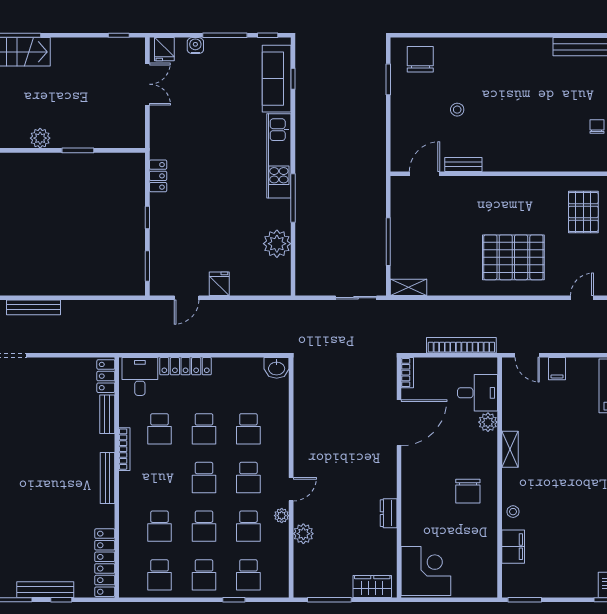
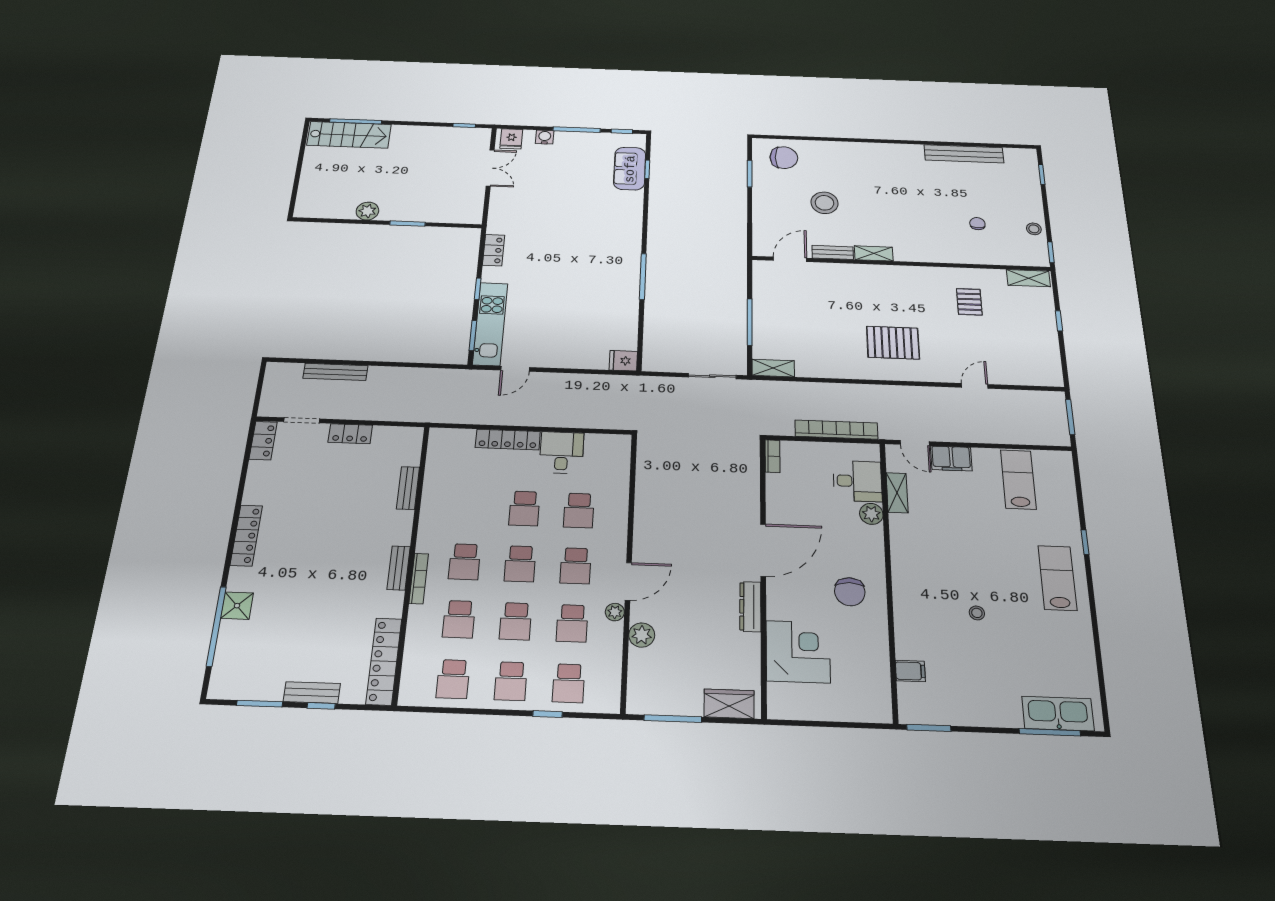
chair: (420, 59) -> (784, 158), turned 90
sofa: (277, 79) -> (630, 169), width x0.73
stool: (457, 110) -> (824, 203), width x1.89, depth x1.89
kitchen unit: (279, 156) -> (490, 324), moved, turned 180
shelving: (500, 164) -> (874, 253), added
pallet: (583, 212) -> (969, 302), width x0.67, depth x0.71
plant: (277, 244) -> (623, 319), removed
pallet: (513, 257) -> (893, 343), width x0.73, depth x0.71
fridge: (219, 284) -> (623, 361), moved, turned -90
washbasin: (277, 368) -> (616, 445), removed
filing cabinet: (557, 369) -> (951, 458), width x2.00
locker: (106, 376) -> (350, 434), moved, turned -90
desk: (140, 376) -> (562, 452), moved
door: (399, 423) -> (763, 550), moved
school desk: (160, 429) -> (465, 562), moved
bookcase: (124, 449) -> (419, 579), moved
shelving: (510, 449) -> (897, 493), moved
bench: (107, 478) -> (399, 568), width x0.73
door: (291, 489) -> (628, 581), width x1.38
stool: (513, 512) -> (977, 613), moved
dresser: (389, 513) -> (750, 607), width x1.44
filing cabinet: (513, 547) -> (910, 671), width x0.50
corner desk: (426, 571) -> (798, 652), moved
bench: (45, 590) -> (312, 693), width x0.73

